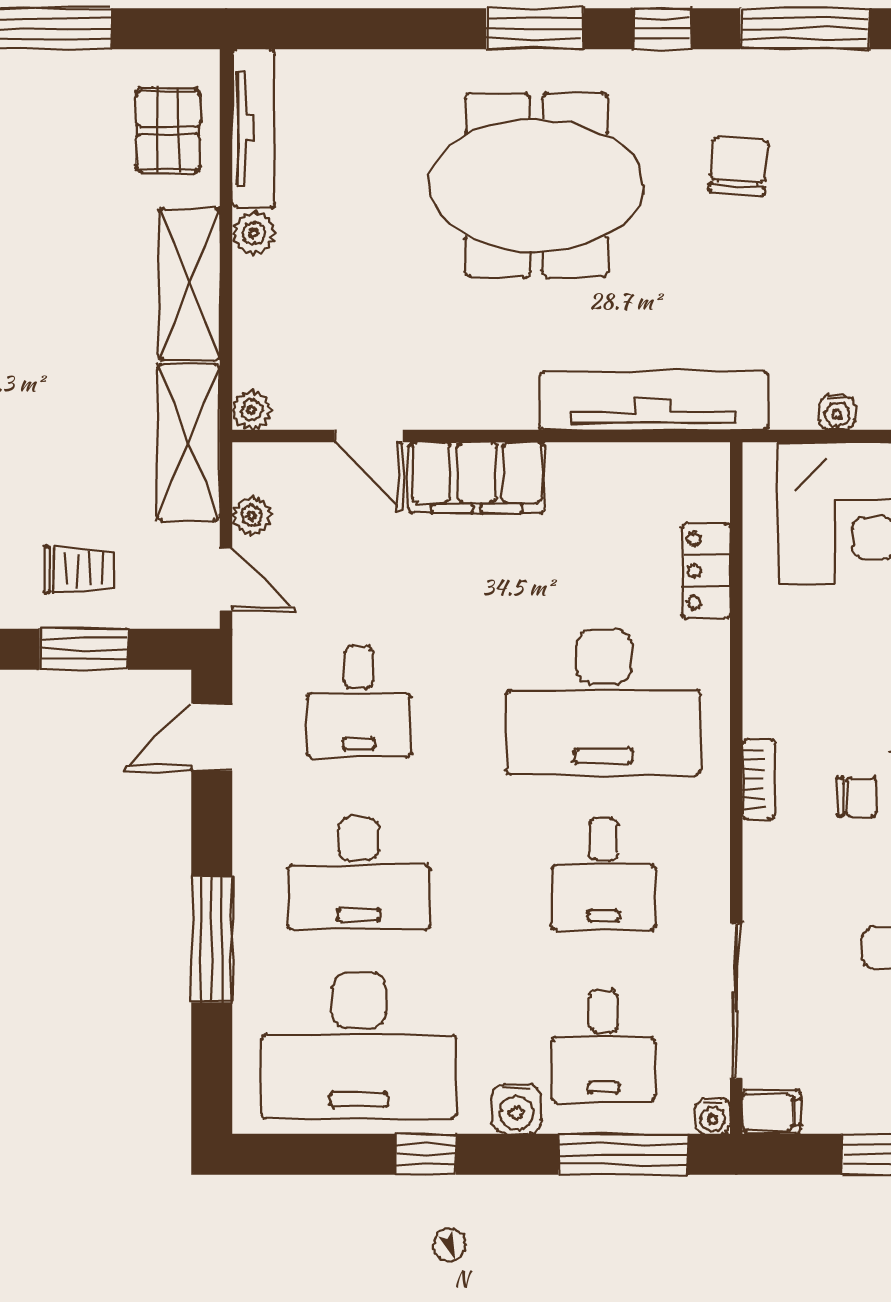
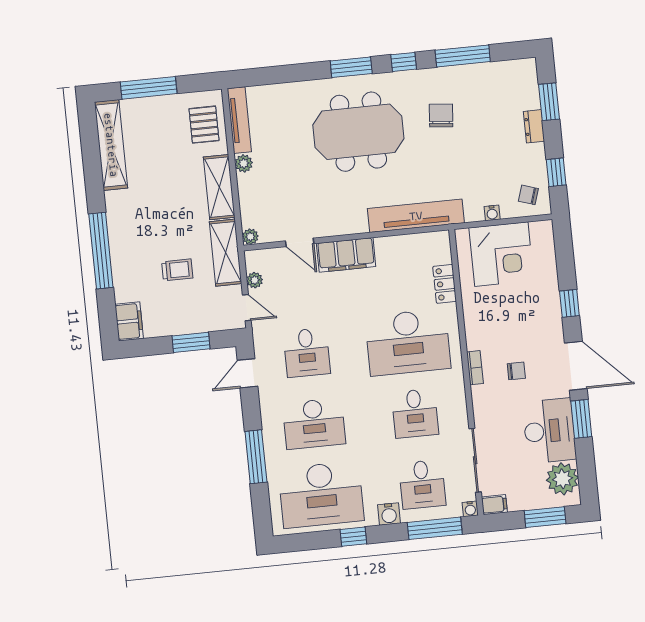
trolley: (79, 569) -> (177, 270), moved

